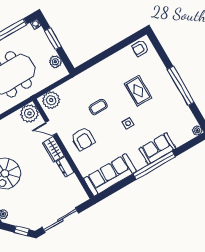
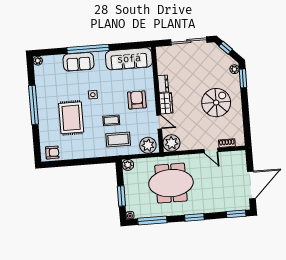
plant: (55, 62) -> (128, 165), moved
rug: (138, 91) -> (71, 118), width x1.36, depth x1.43
coffee table: (83, 92) -> (118, 139), added

